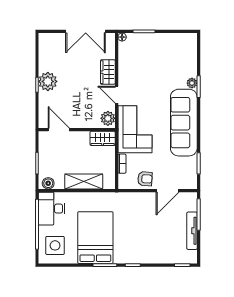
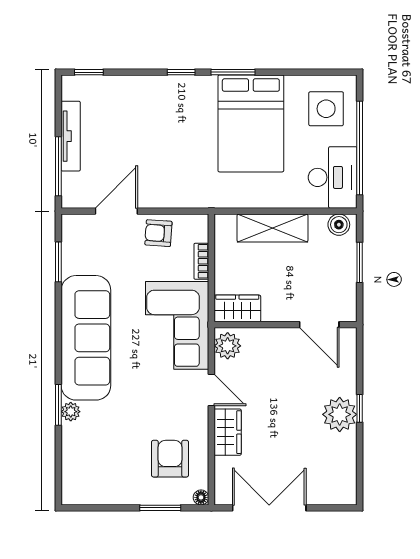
armchair: (139, 58) -> (170, 459), added

